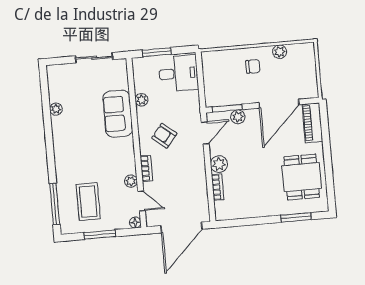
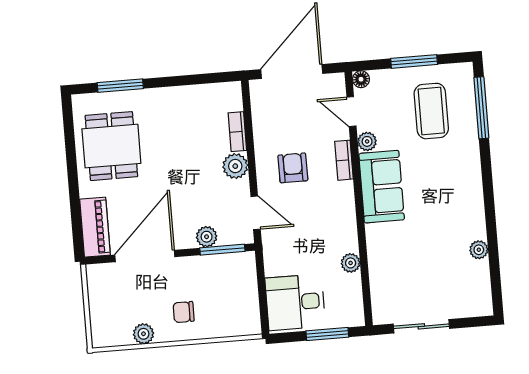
sofa: (118, 114) -> (382, 187), moved
door: (205, 133) -> (256, 213), swing flipped
armchair: (164, 136) -> (293, 168), moved, turned -129

